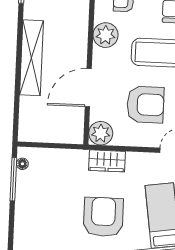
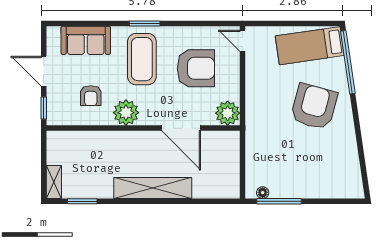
armchair: (145, 105) -> (196, 68), turned 90
wardrobe: (107, 161) -> (256, 105), removed
armchair: (103, 217) -> (314, 107), turned 105

